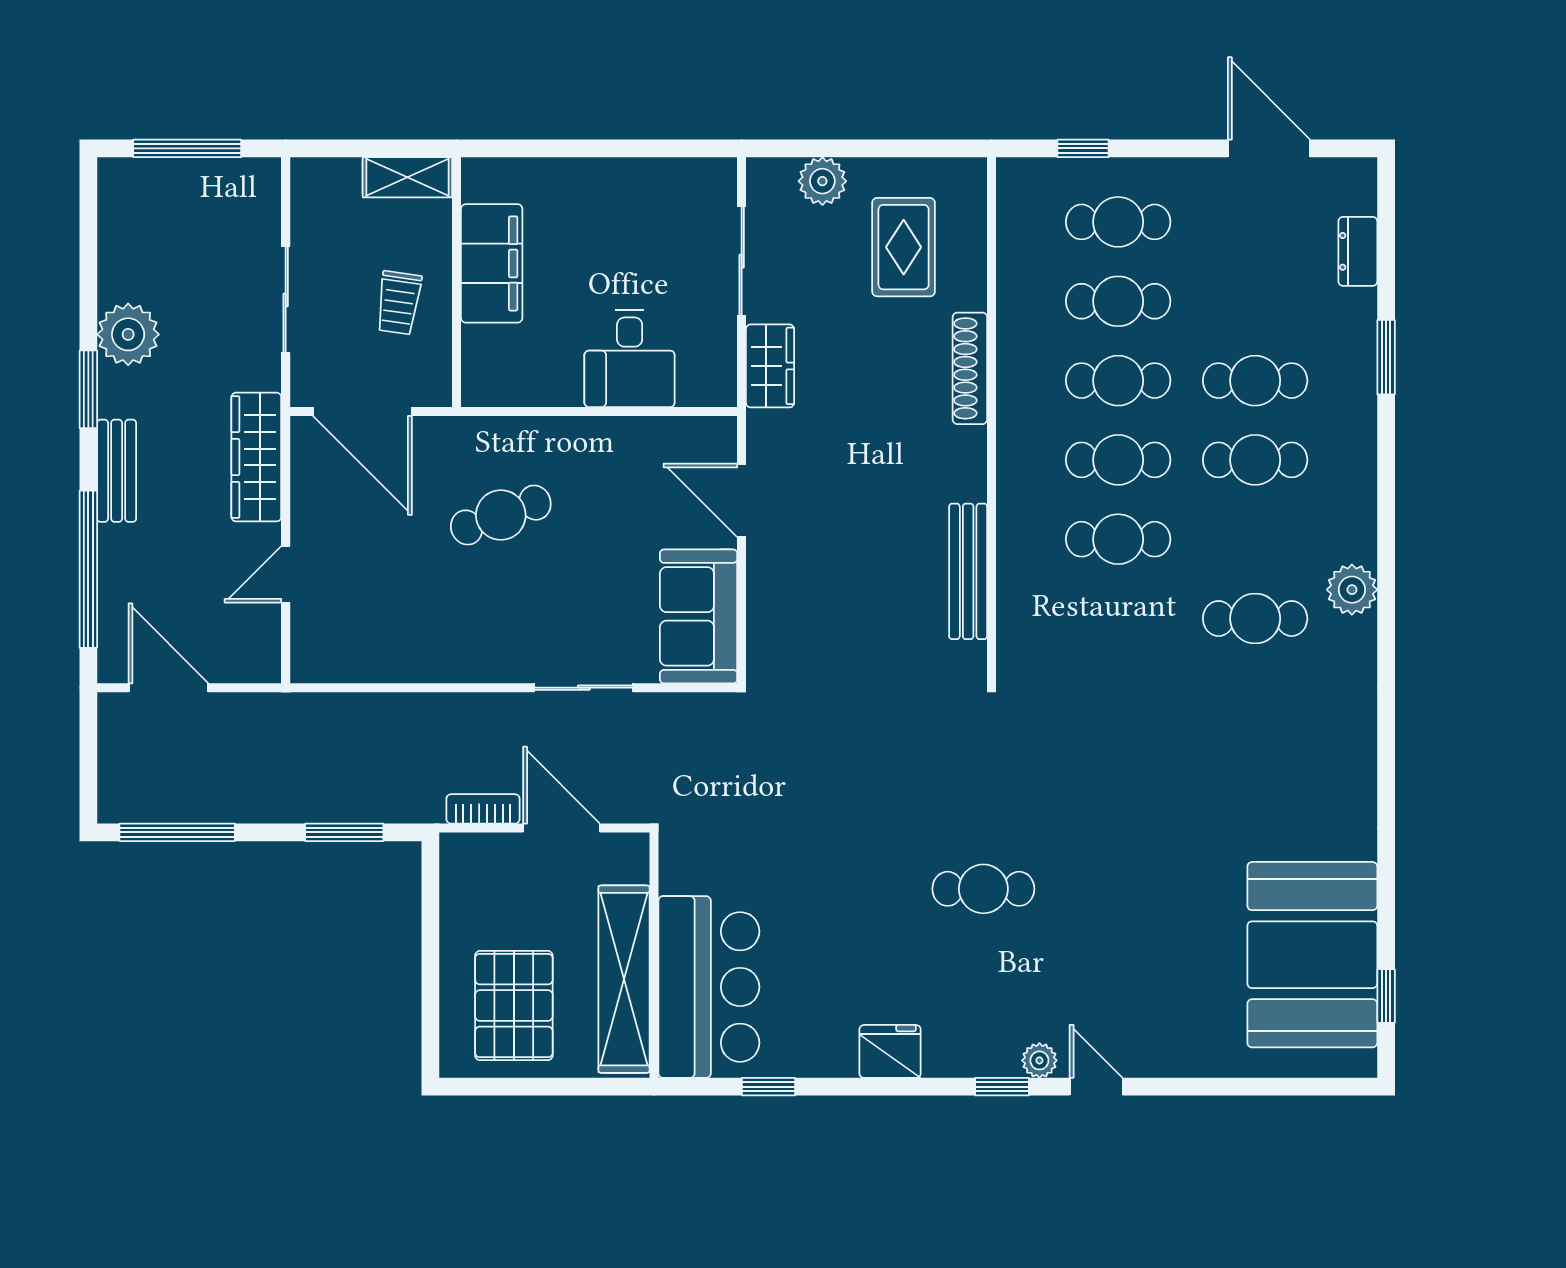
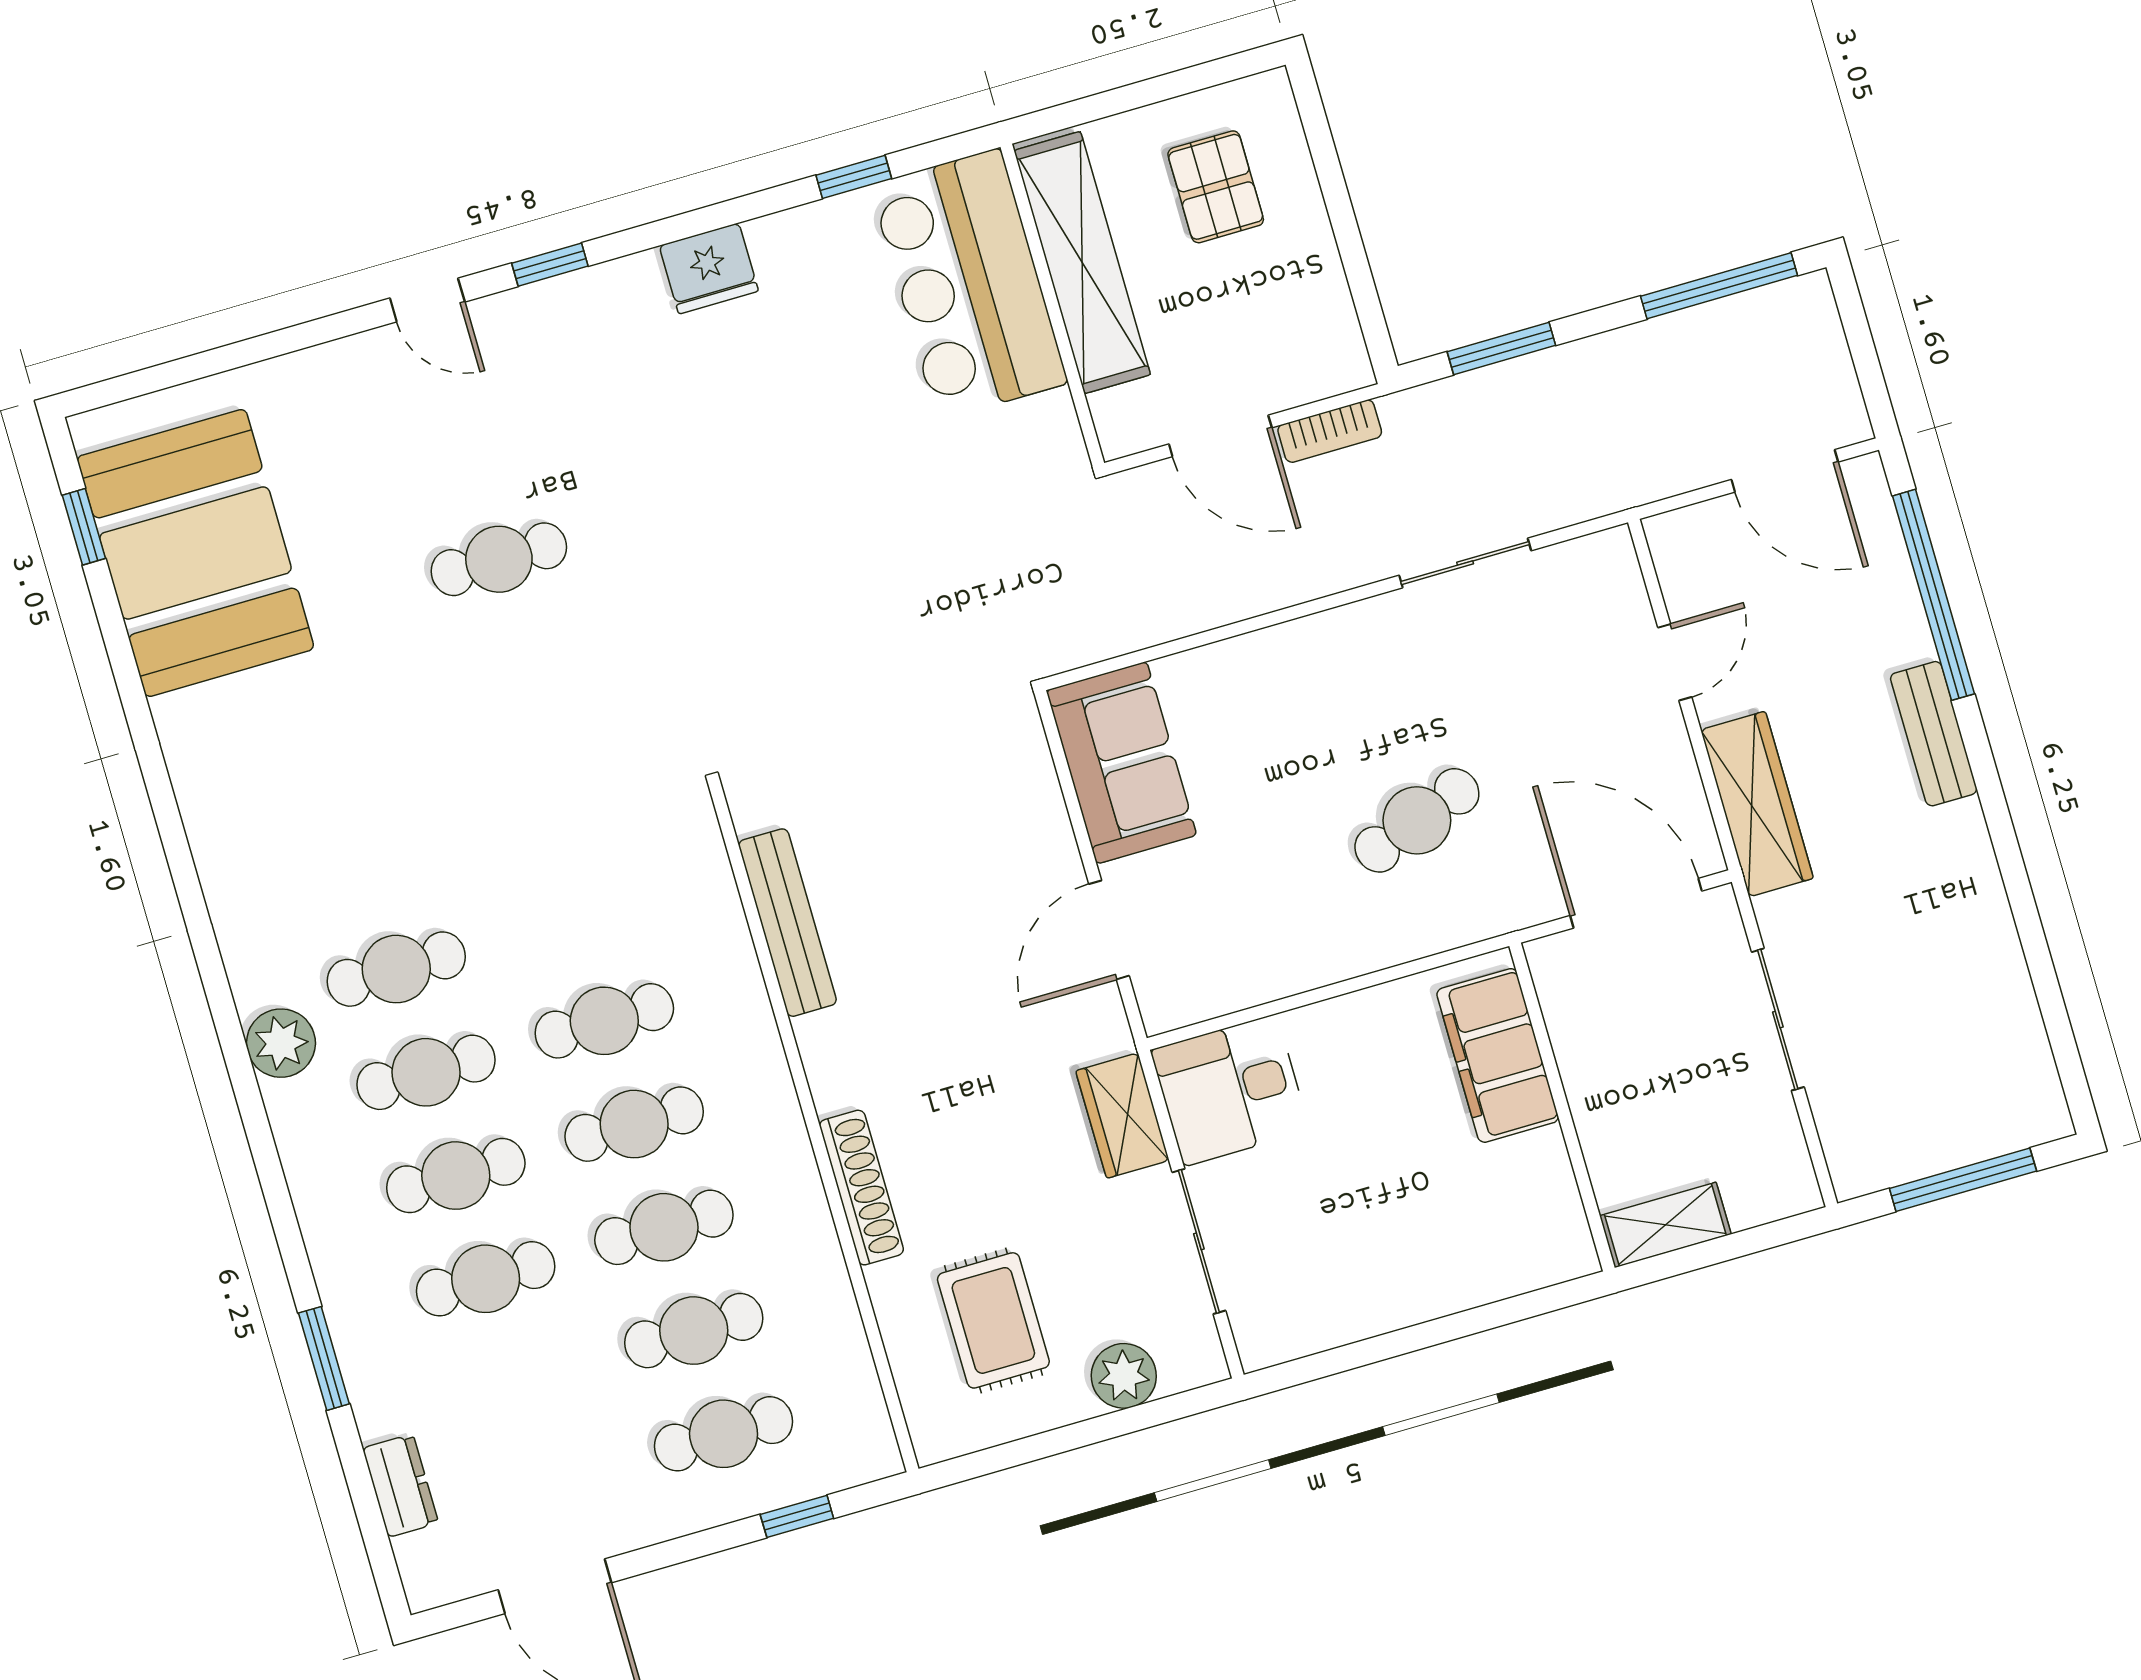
filing cabinet: (492, 263) -> (1498, 1055), moved
trolley: (399, 303) -> (1630, 1058), removed
plant: (128, 334) -> (1970, 916), removed
desk: (630, 358) -> (1230, 1090), moved, turned -90
window: (88, 389) -> (2001, 829), removed
door: (742, 500) -> (1109, 930), swing flipped
cafe table: (1255, 539) -> (426, 1072), added
sliding door: (584, 688) -> (1465, 563), moved
cafe table: (983, 889) -> (499, 559), moved
pallet: (514, 1006) -> (1216, 187), width x0.67, depth x0.71
plant: (1039, 1060) -> (511, 313), removed

